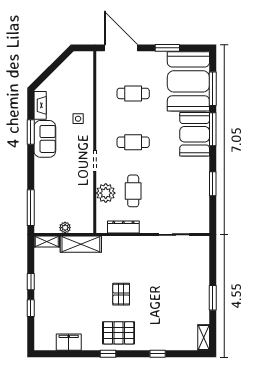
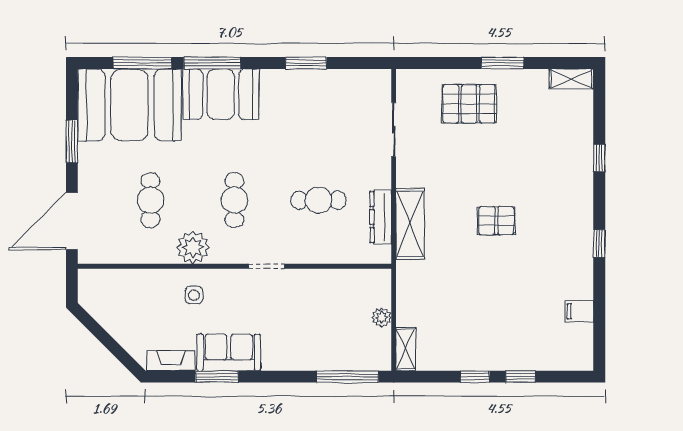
plant: (106, 193) -> (193, 247), moved
shelving: (81, 244) -> (410, 224), moved
pallet: (119, 333) -> (469, 104), moved, turned 90
filing cabinet: (69, 342) -> (579, 311), width x0.50

